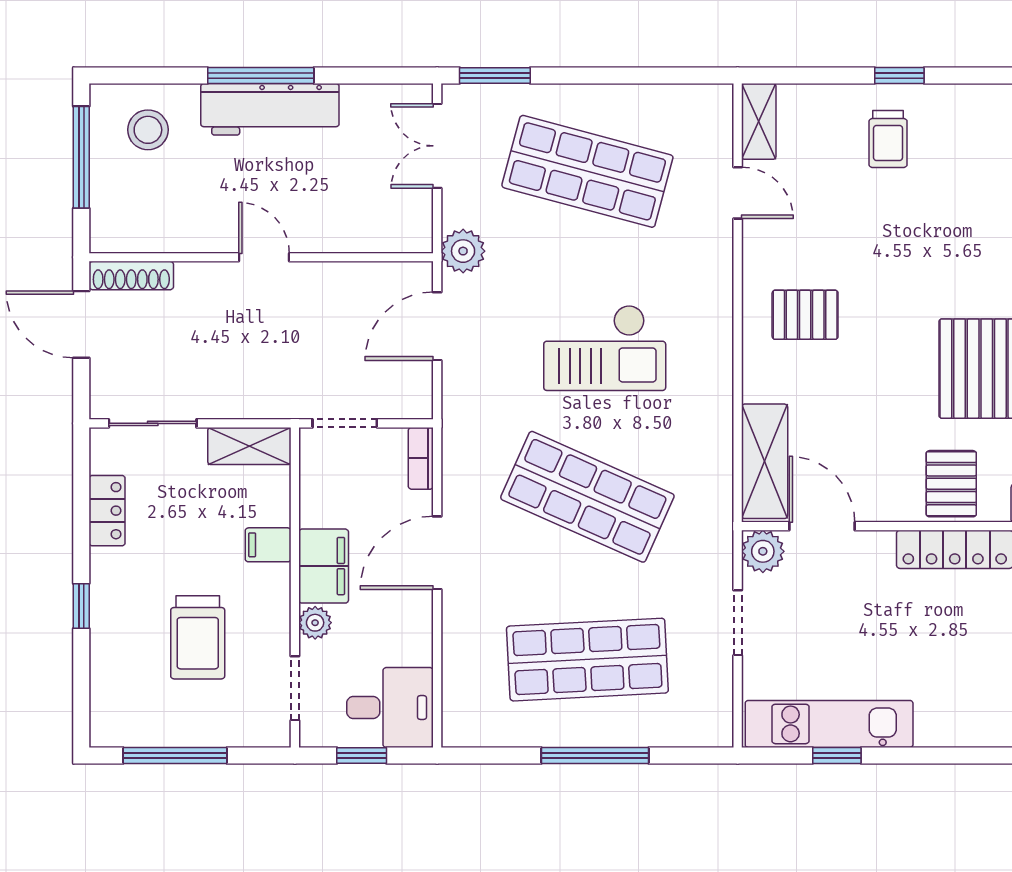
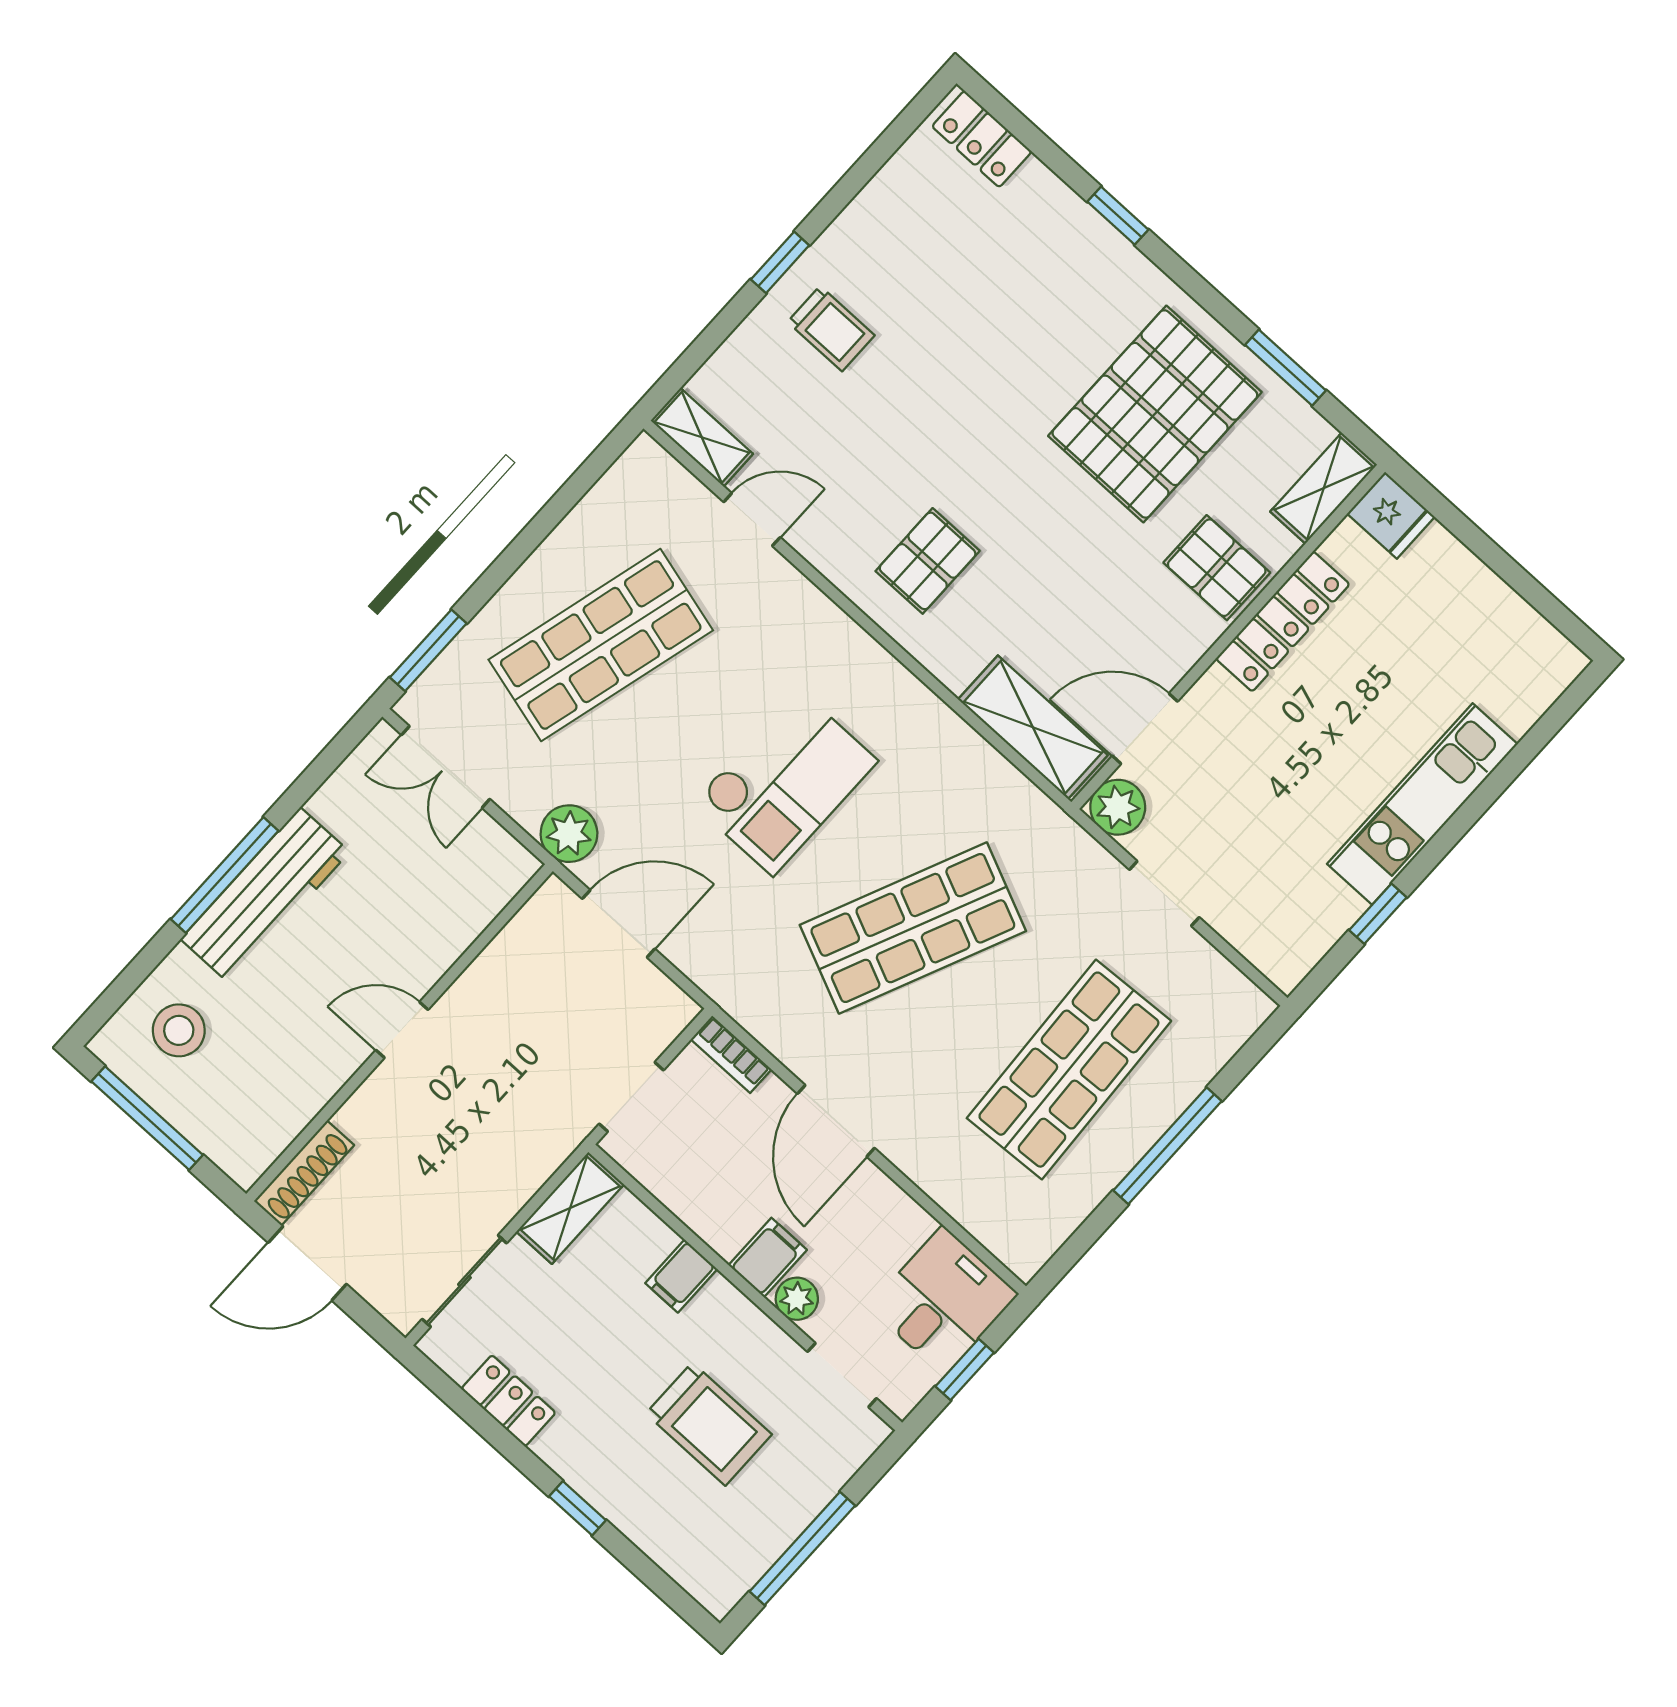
door: (437, 326) -> (619, 924), swing flipped
filing cabinet: (324, 566) -> (768, 1257), width x0.50
kitchen unit: (829, 724) -> (1422, 804), moved

